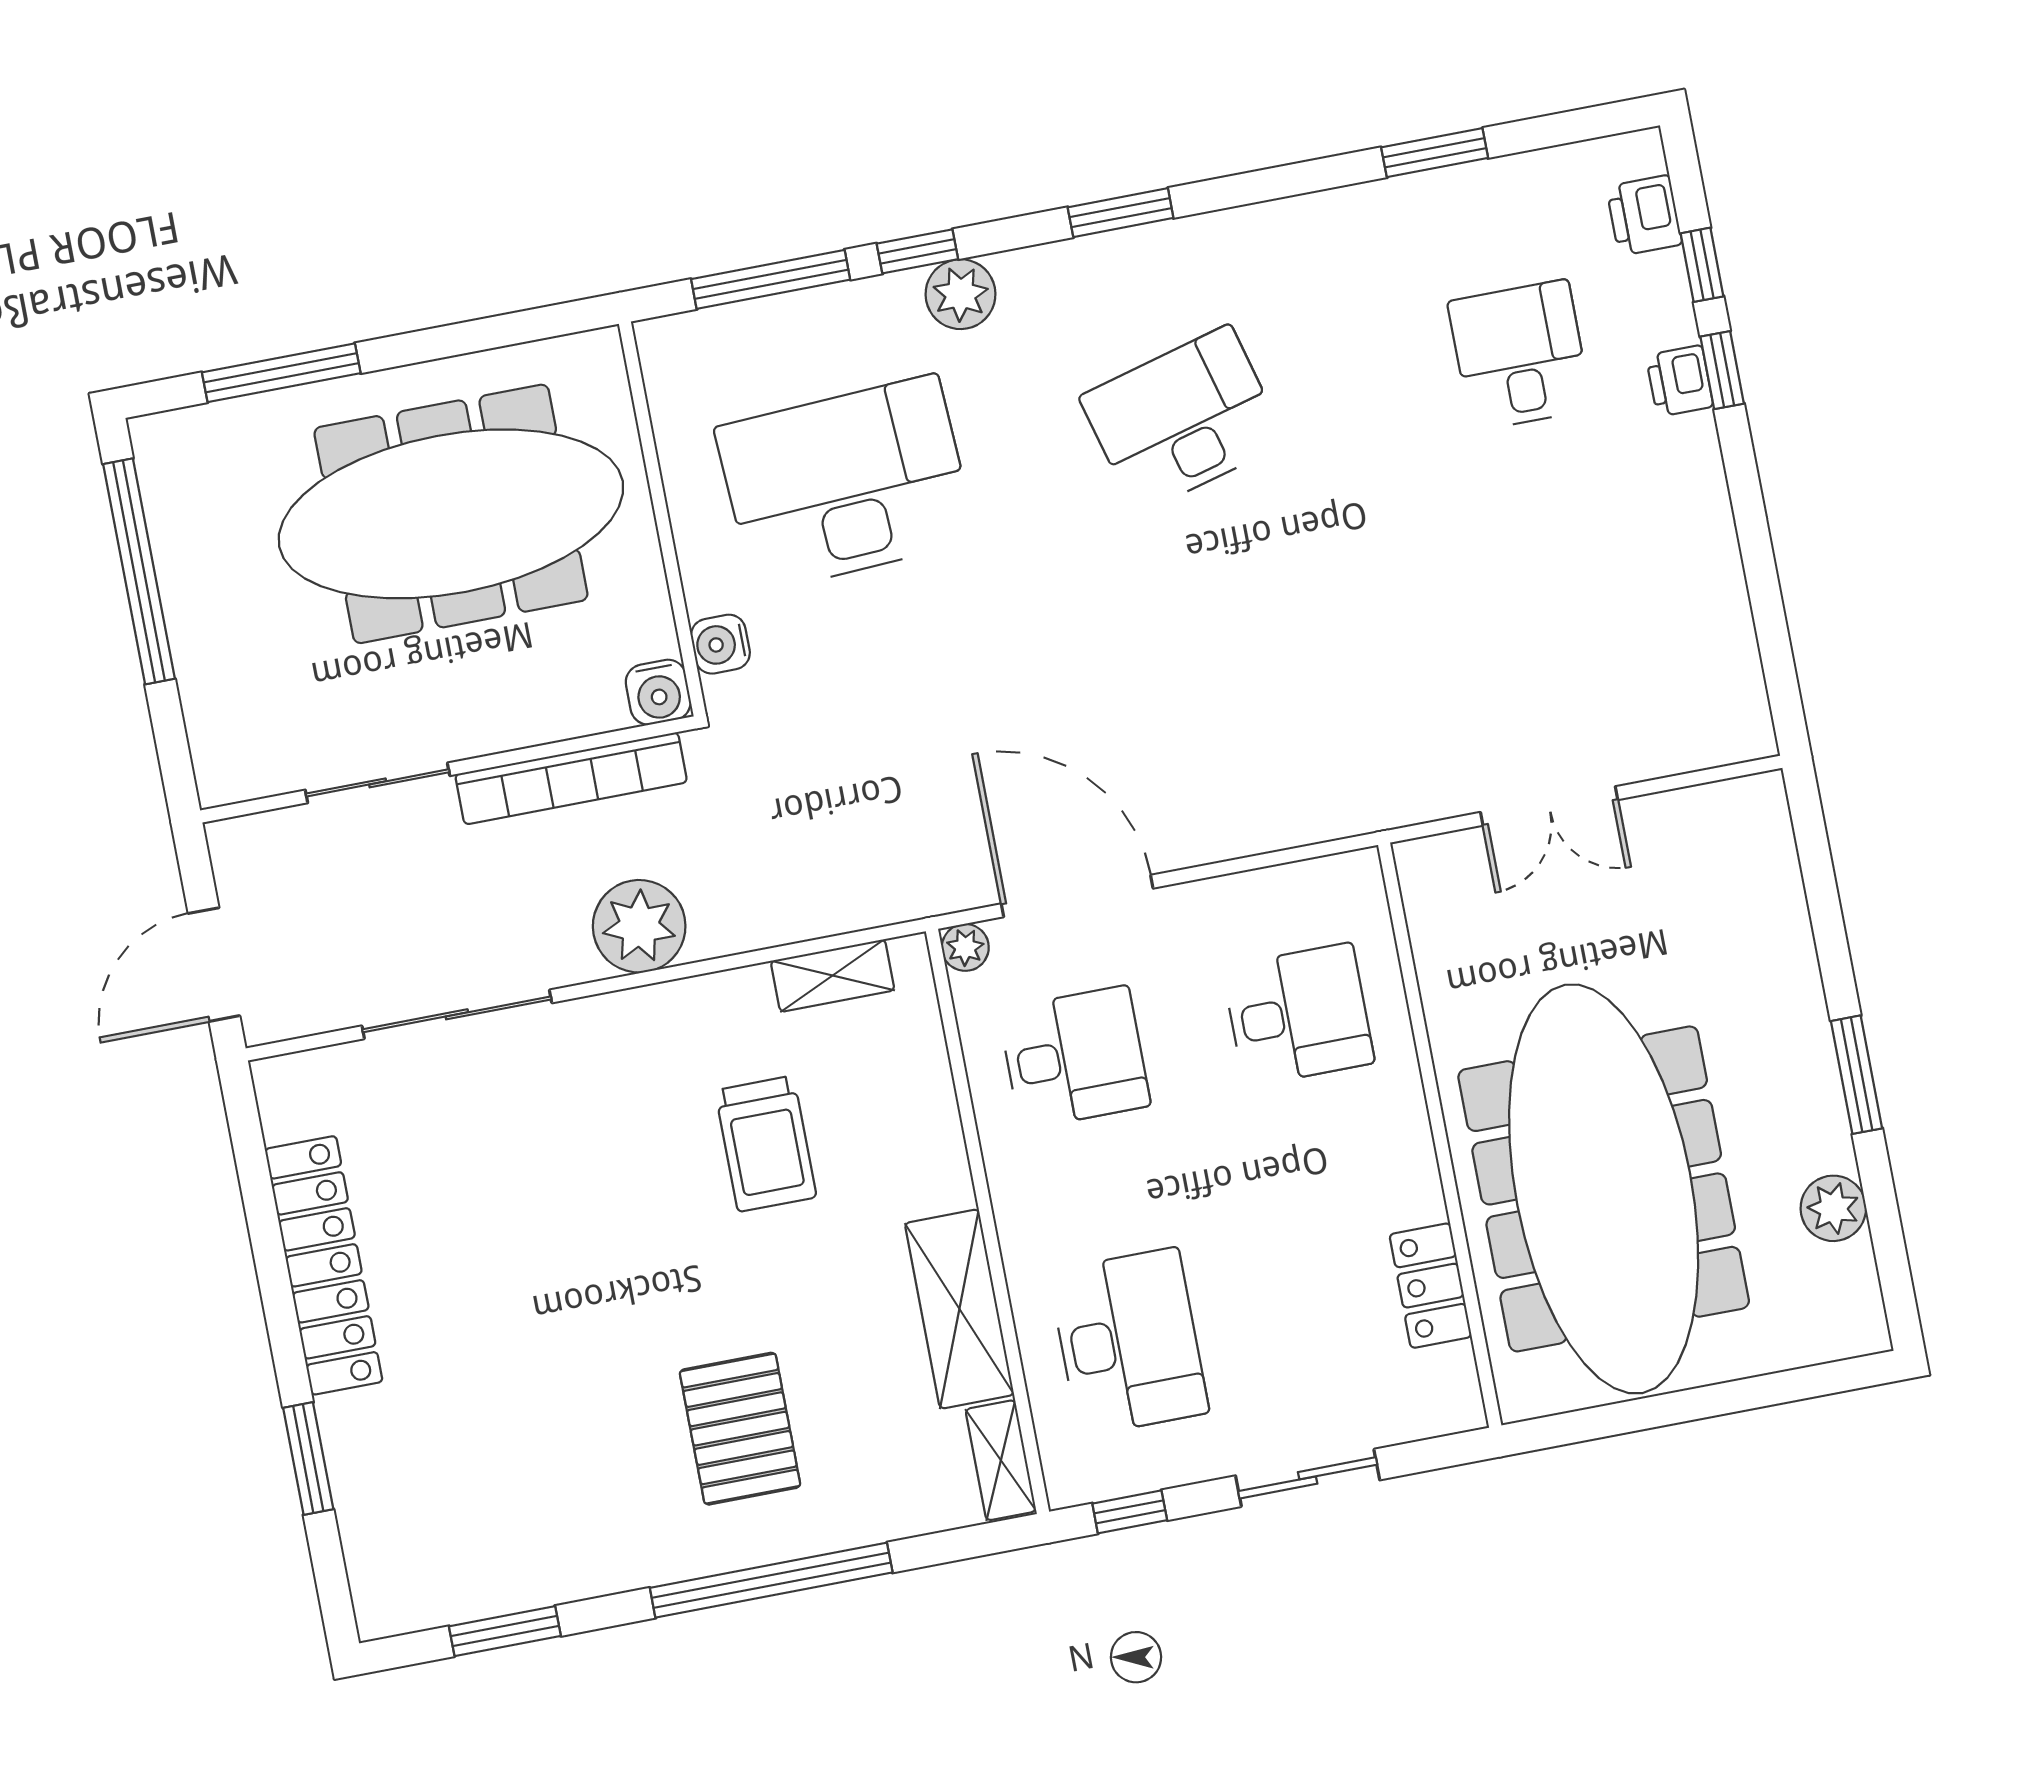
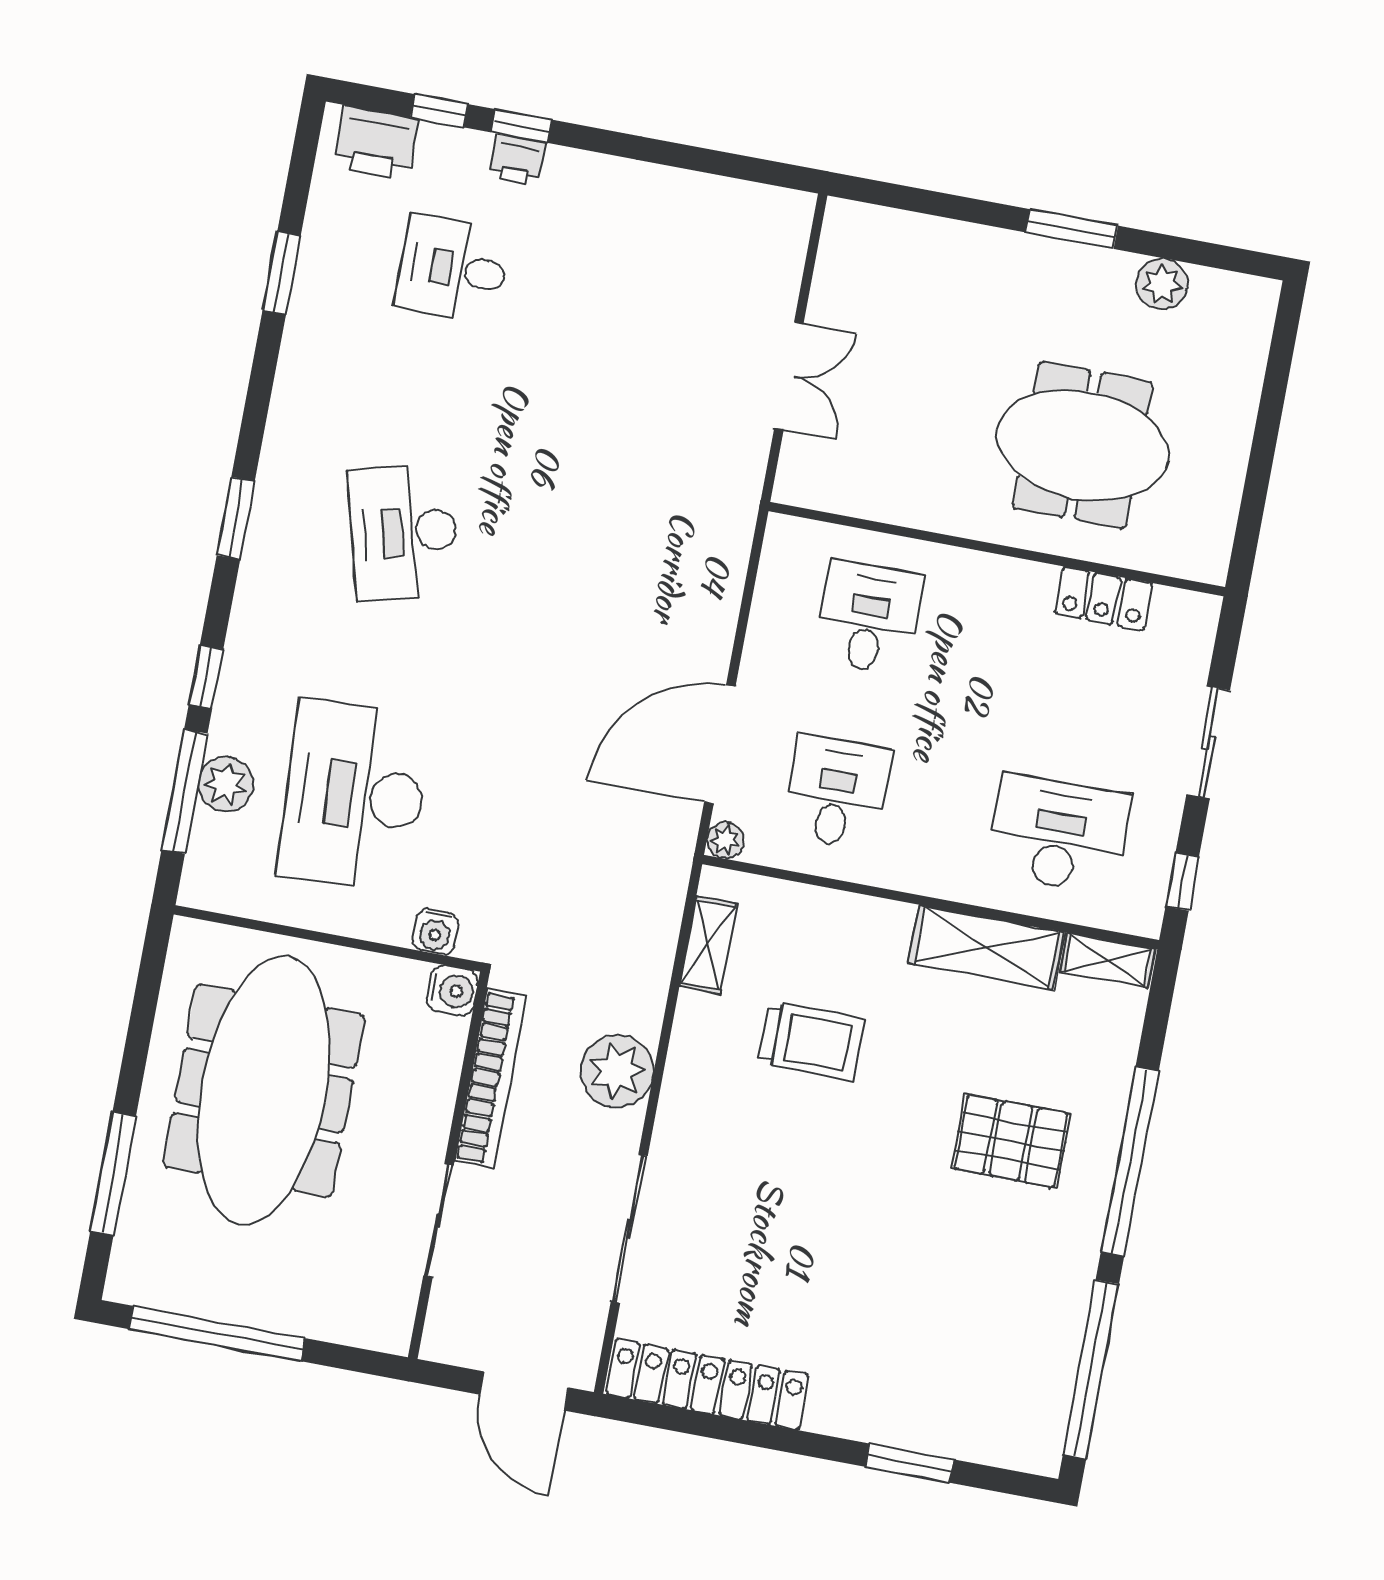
printer: (1644, 215) -> (376, 143), width x1.36, depth x1.24
plant: (960, 294) -> (226, 784), moved
meeting table: (1604, 1189) -> (1083, 445), width x0.54, depth x0.79
locker: (324, 1265) -> (708, 1385), moved
window: (505, 1631) -> (1091, 1369), width x2.11

